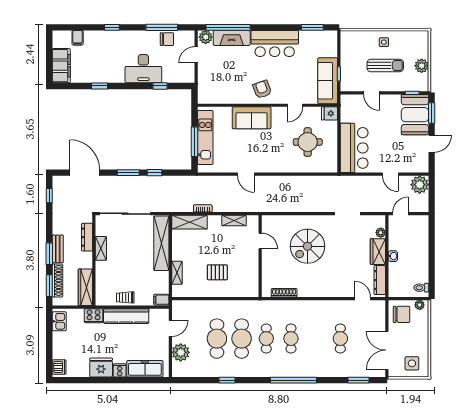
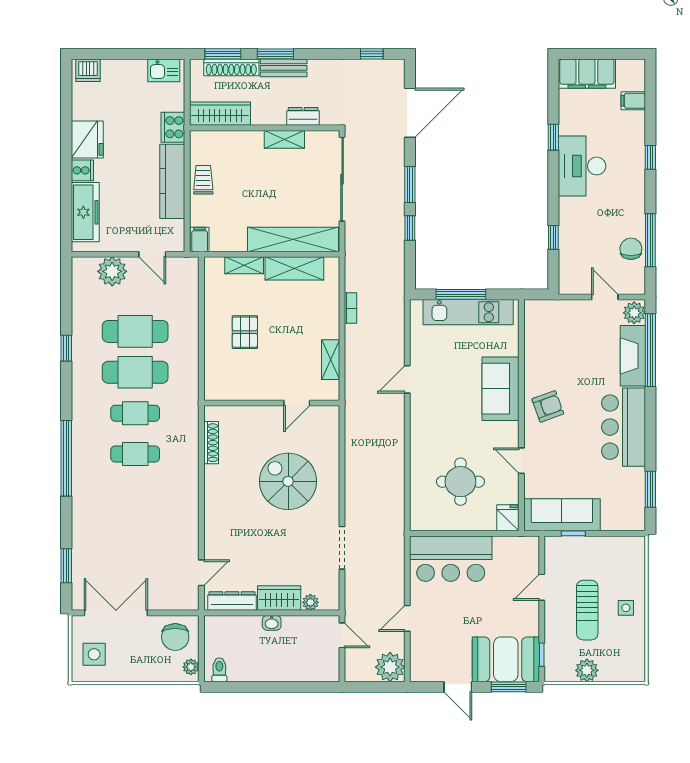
chair: (167, 39) -> (631, 249), turned 180
desk: (143, 69) -> (582, 166), moved
shelving: (189, 222) -> (294, 268), moved, turned 90
dresser: (87, 237) -> (303, 116), width x0.70
cafe table: (340, 339) -> (135, 536), removed

